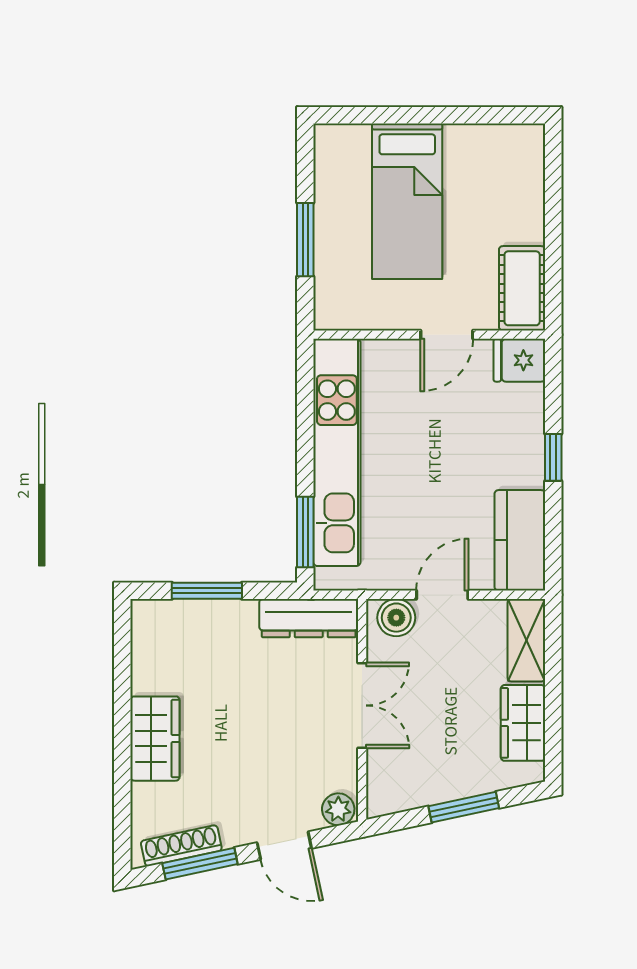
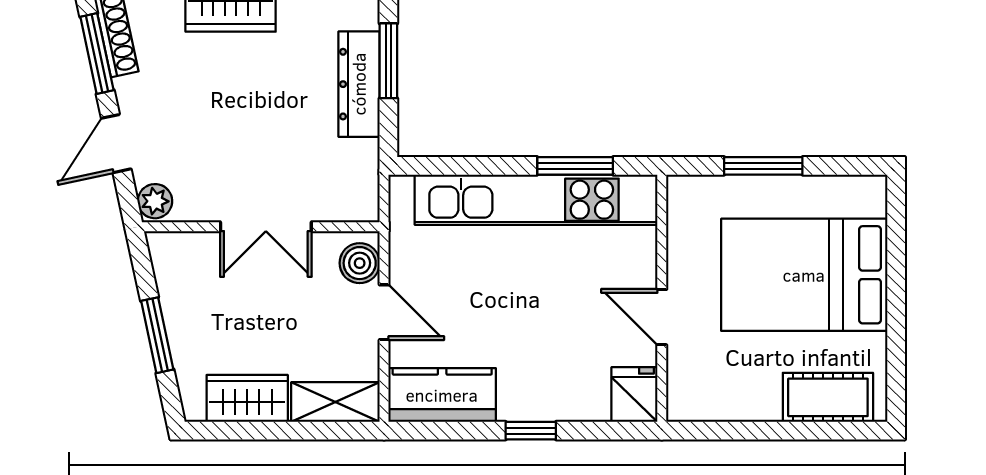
bed: (407, 201) -> (804, 275), width x1.50
cot: (522, 288) -> (828, 397), moved
window: (305, 532) -> (575, 166), moved
dresser: (309, 618) -> (359, 84), moved

